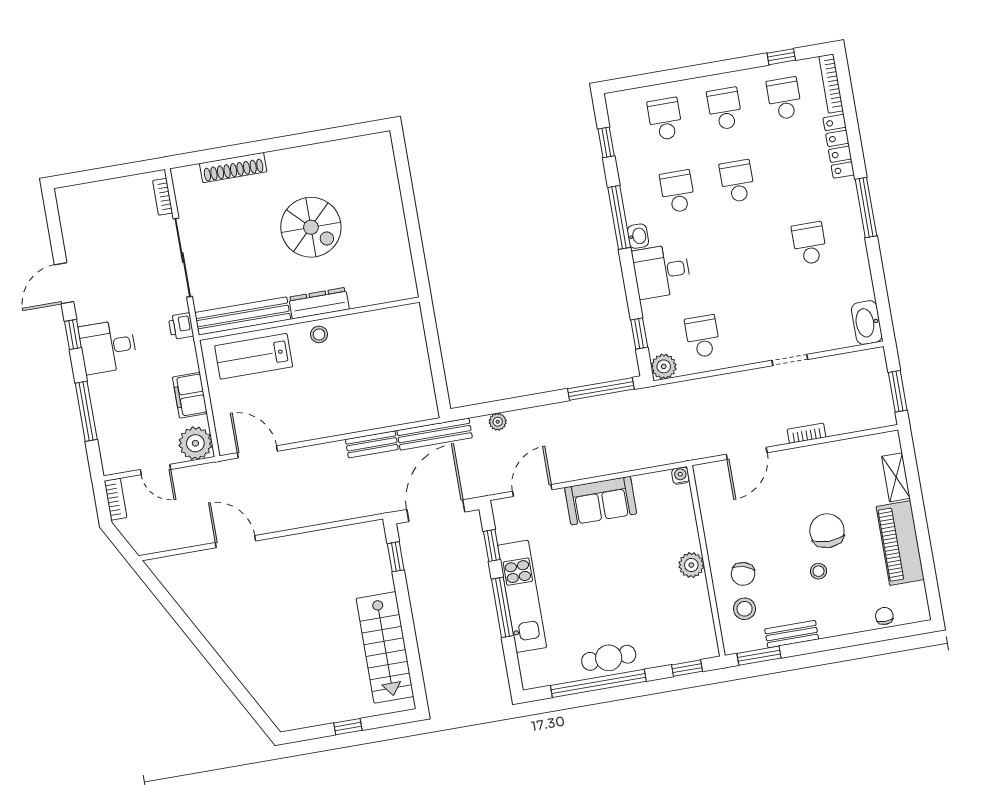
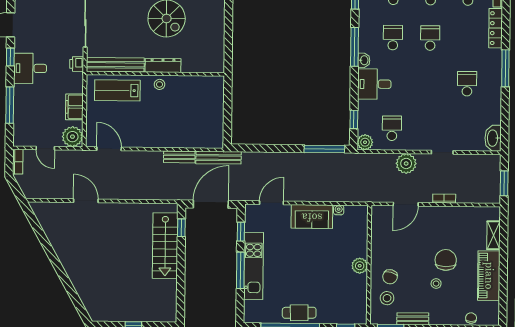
plant: (498, 422) -> (406, 163), moved, width x1.88, depth x1.88
water cooler: (681, 476) -> (339, 210), moved
stairs: (385, 647) -> (165, 246), moved

